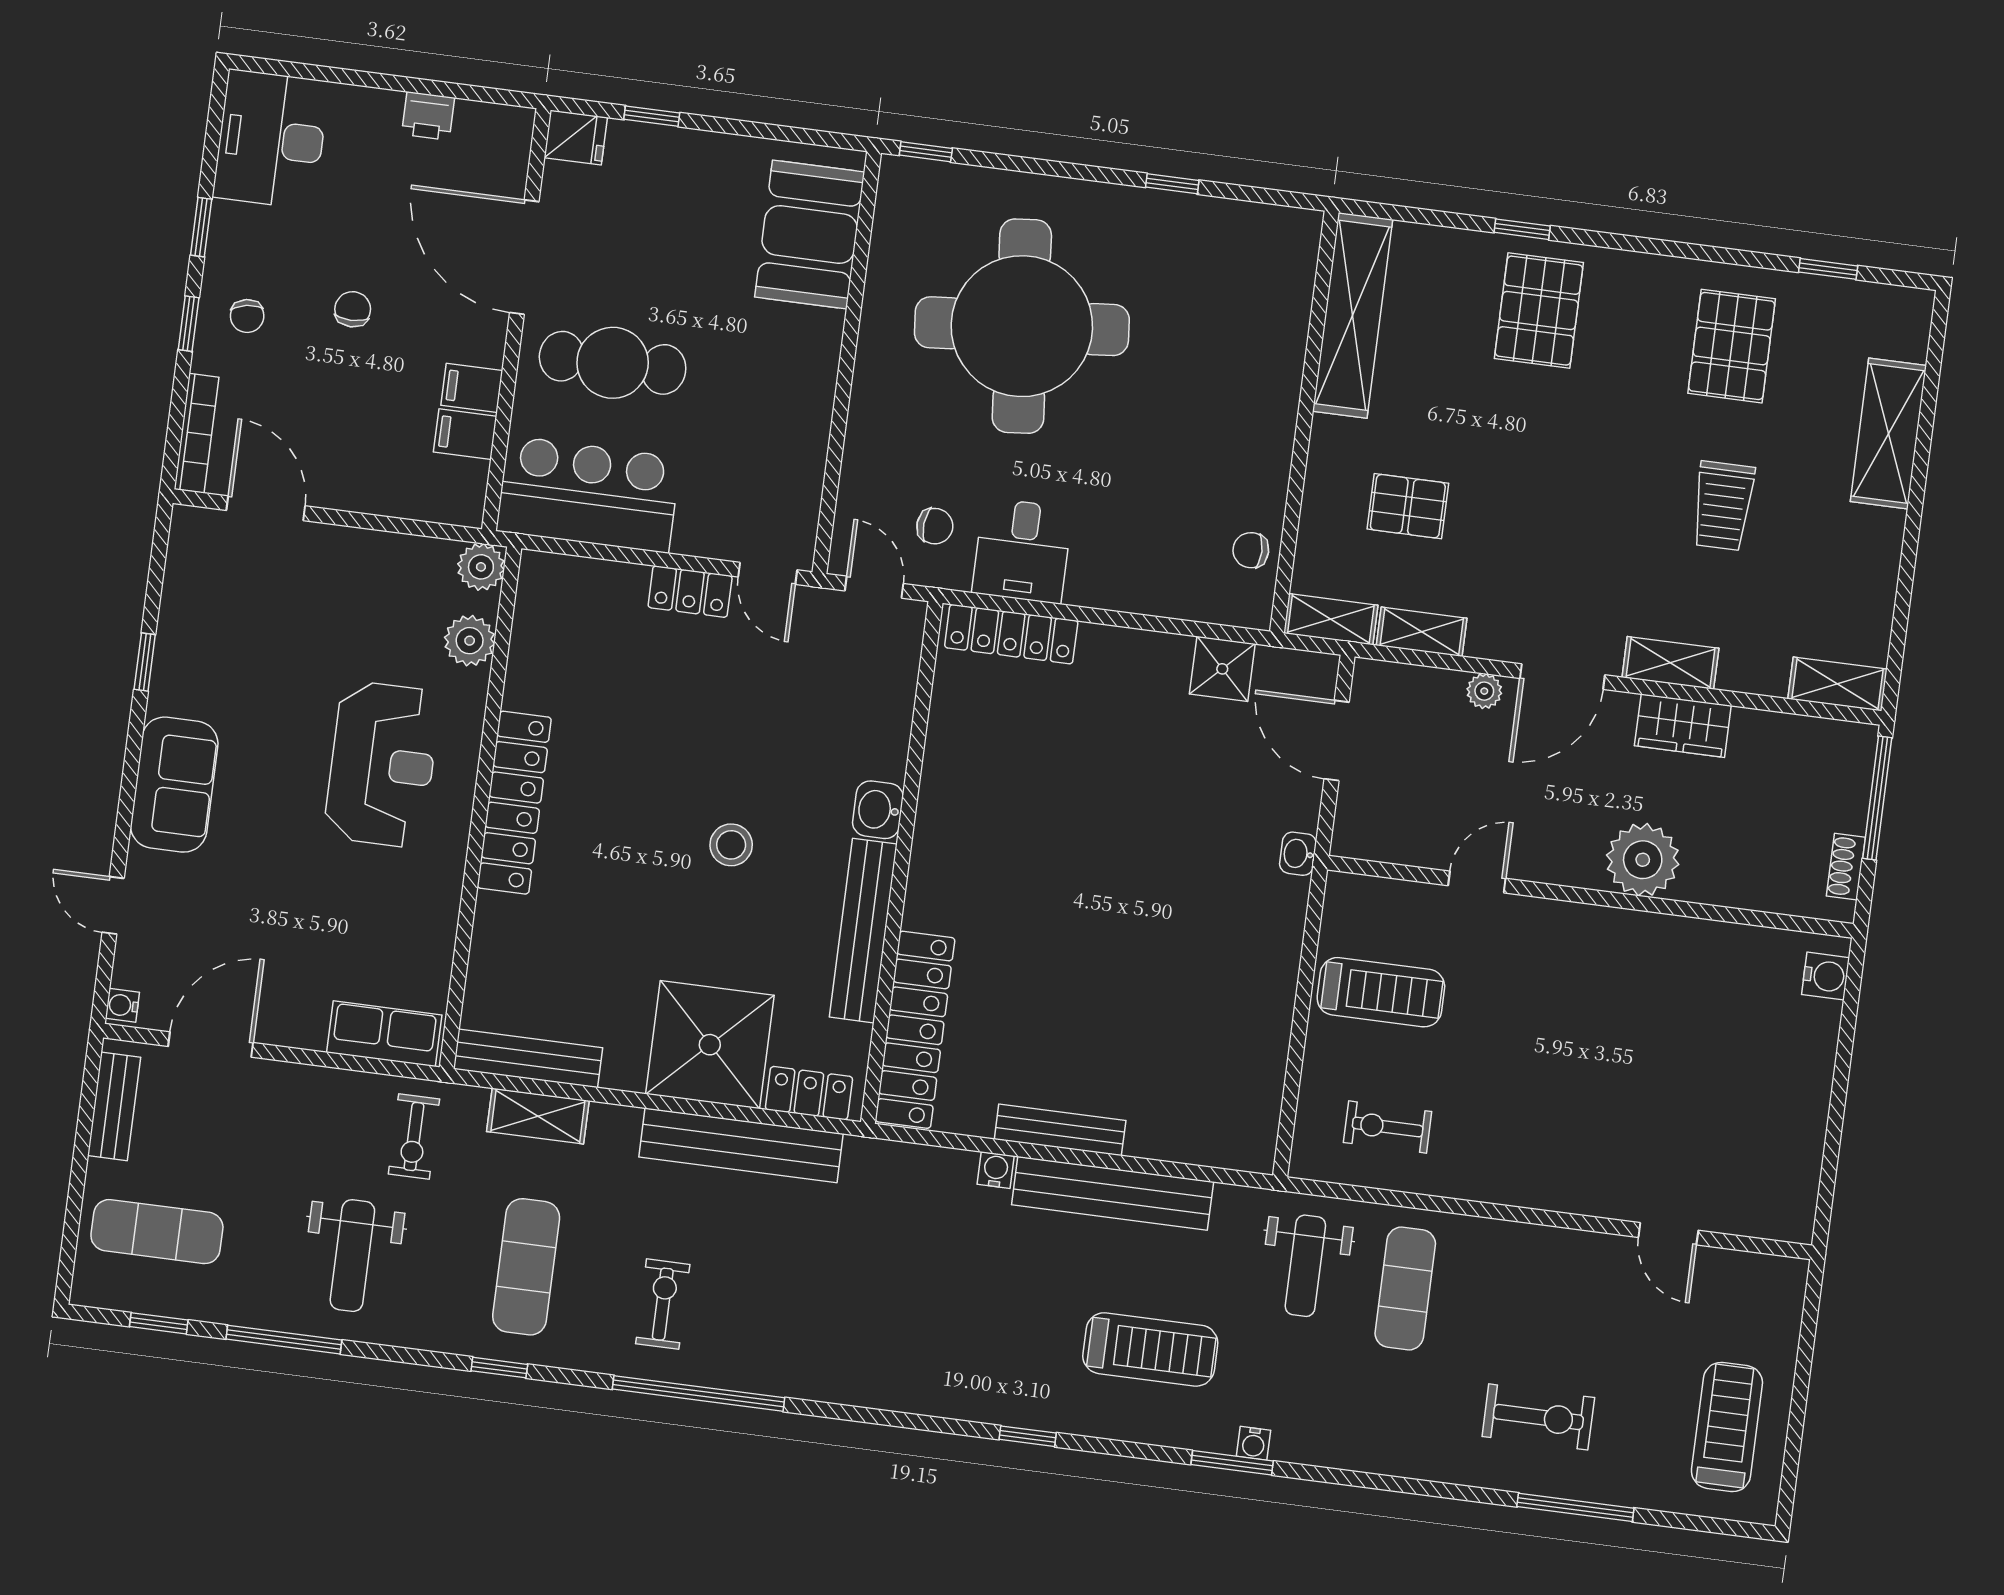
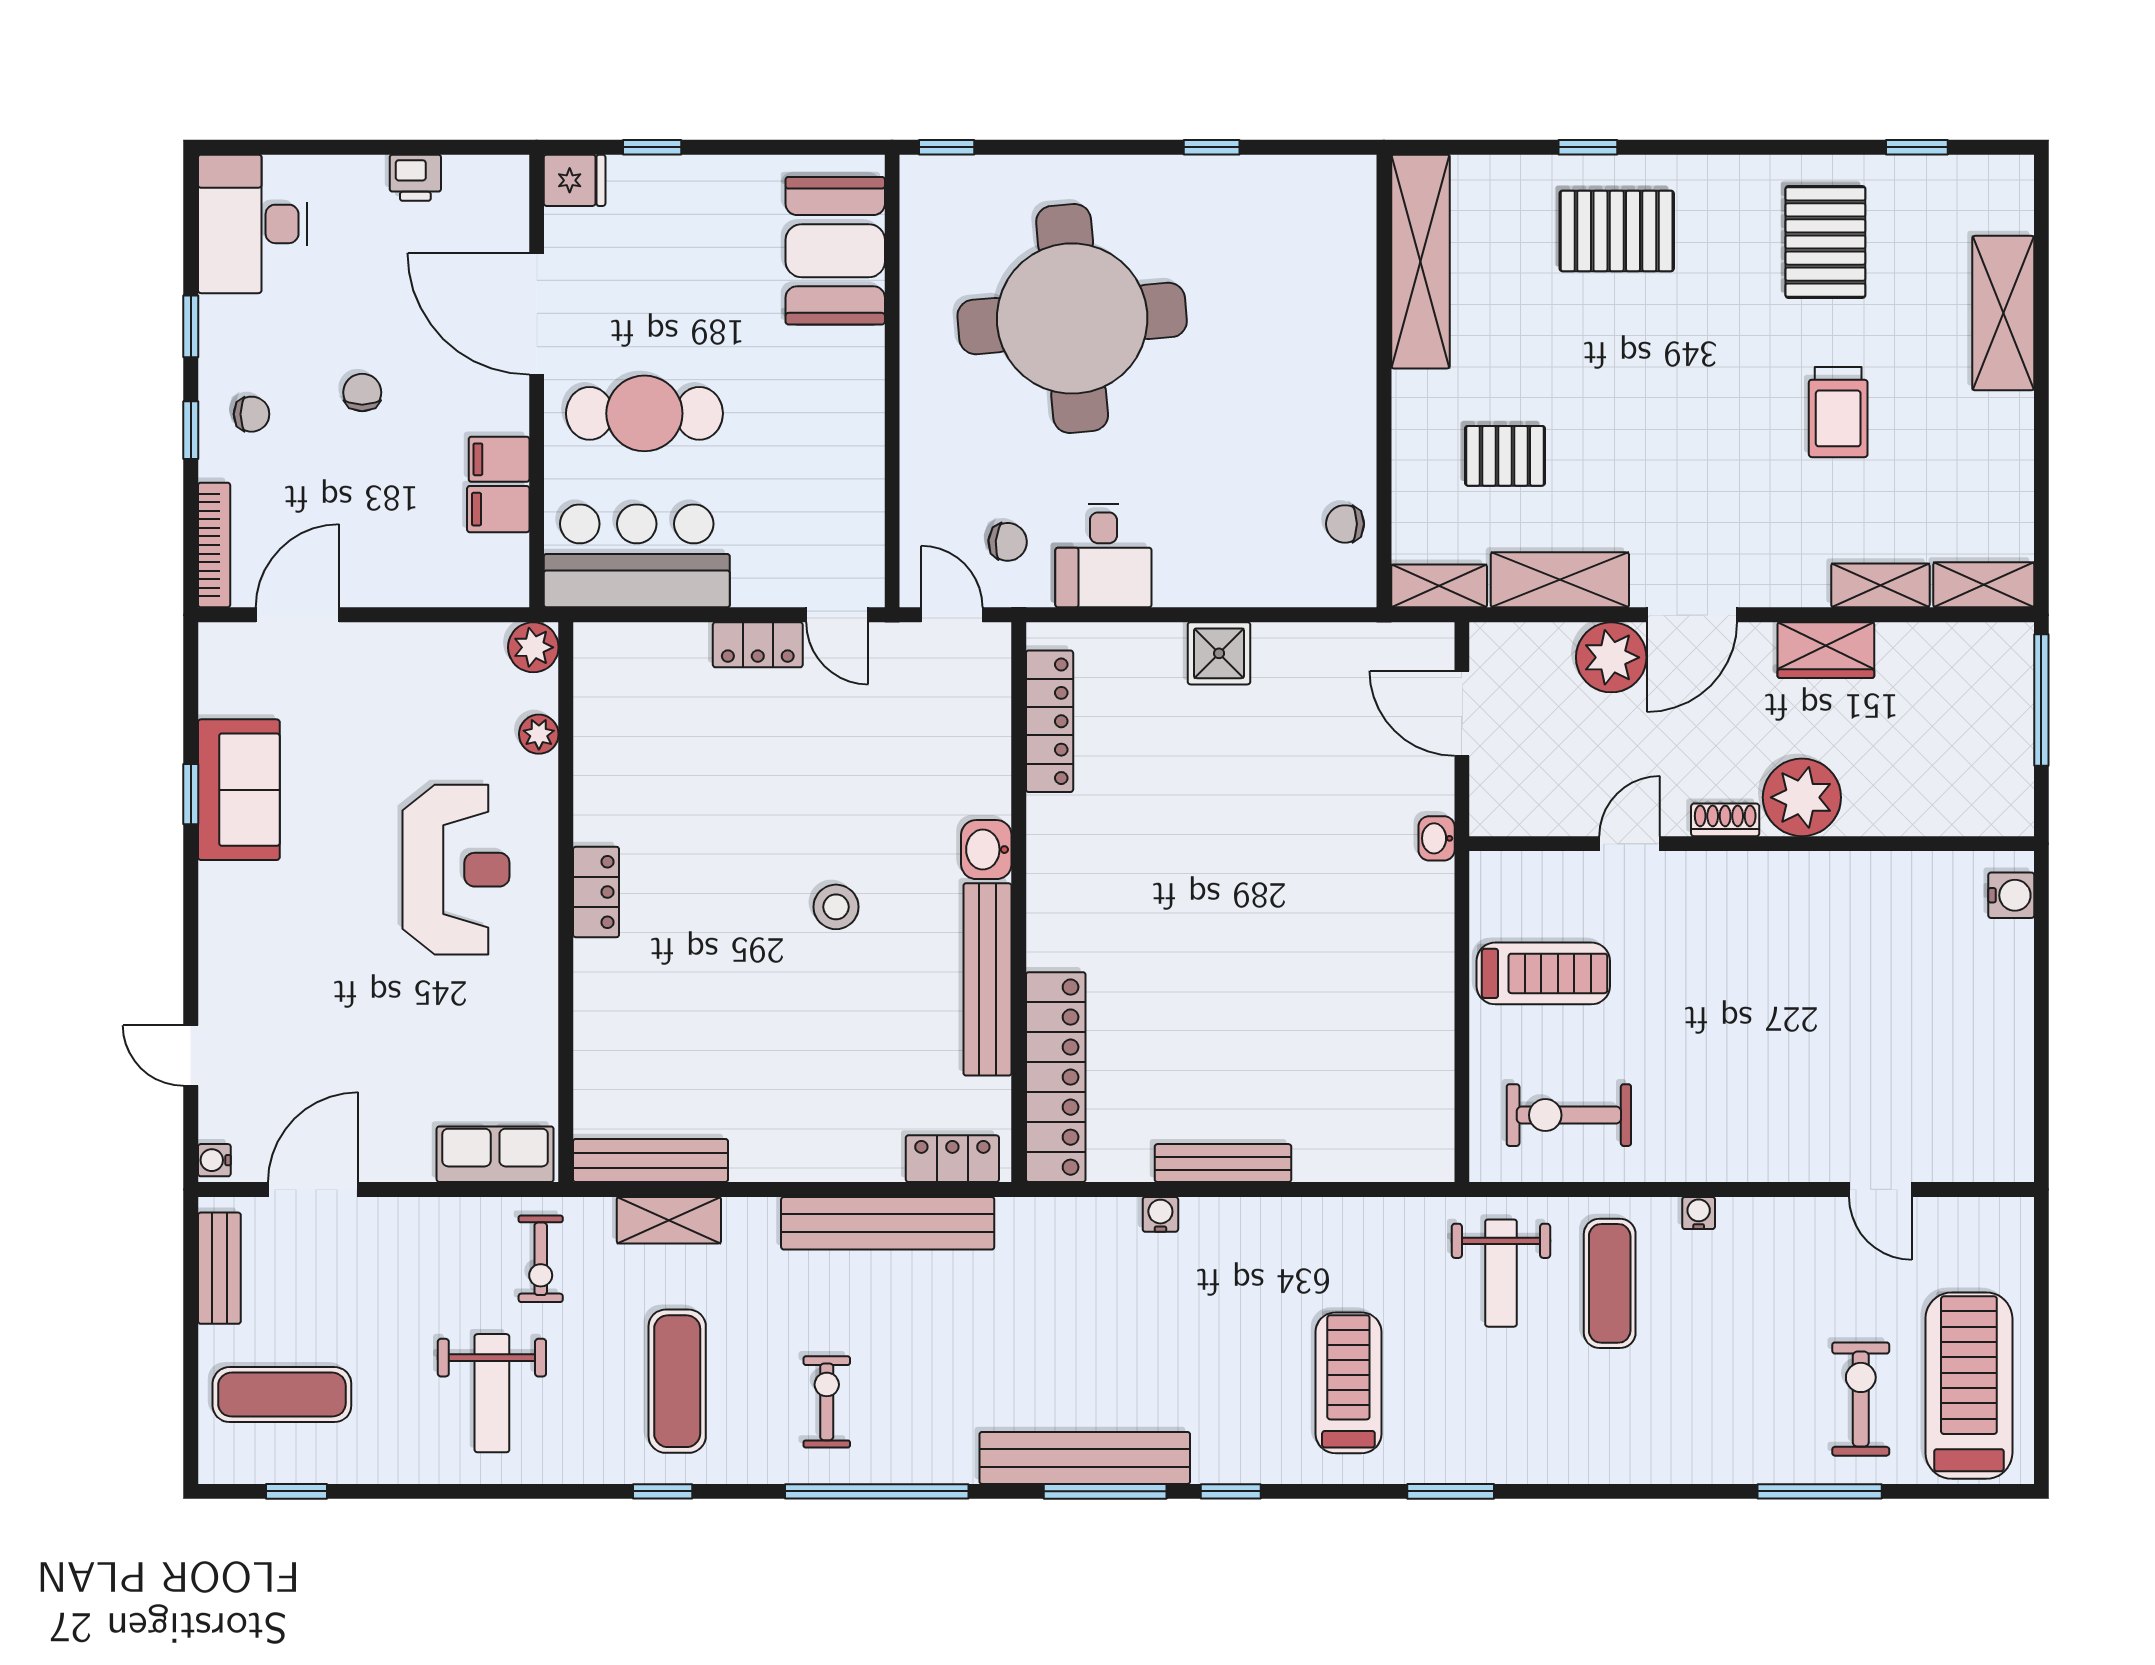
pallet: (1539, 311) -> (1617, 231), turned 90
chair: (247, 316) -> (252, 414), turned -80
door: (266, 508) -> (298, 615), hinge flipped
shelving: (1422, 632) -> (1560, 580), width x1.50, depth x1.33
locker: (1011, 634) -> (1050, 721), moved, turned -90
plant: (470, 641) -> (539, 734), width x0.73, depth x0.73
shelving: (1670, 663) -> (1880, 585), moved
shower: (1222, 669) -> (1219, 653), moved
plant: (1484, 691) -> (1611, 657), width x1.88, depth x1.88
sofa: (174, 785) -> (239, 790), moved
locker: (514, 803) -> (596, 892), width x0.46, depth x0.83
shoe rack: (1846, 867) -> (1725, 820), moved, turned 90
shower: (710, 1045) -> (841, 1121), removed
exercise bike: (1388, 1127) -> (1569, 1115), width x1.38, depth x1.39
bench: (1113, 1193) -> (1085, 1458), moved
window: (284, 1340) -> (1105, 1491), moved
treadmill: (1150, 1349) -> (1348, 1383), turned -90
exercise bike: (1538, 1417) -> (1861, 1399), moved, turned -90
treadmill: (1727, 1427) -> (1969, 1386), width x1.37, depth x1.38
water cooler: (1253, 1443) -> (1699, 1213), moved, turned 180

